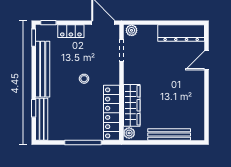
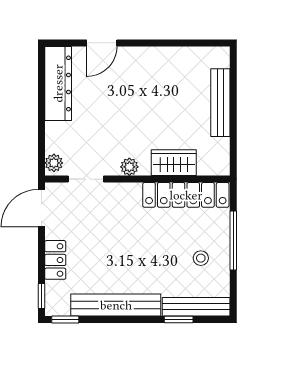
door: (206, 60) -> (102, 43), hinge flipped
stool: (84, 79) -> (201, 258), moved
wardrobe: (132, 105) -> (174, 163), width x0.67
plant: (129, 133) -> (129, 167), moved

